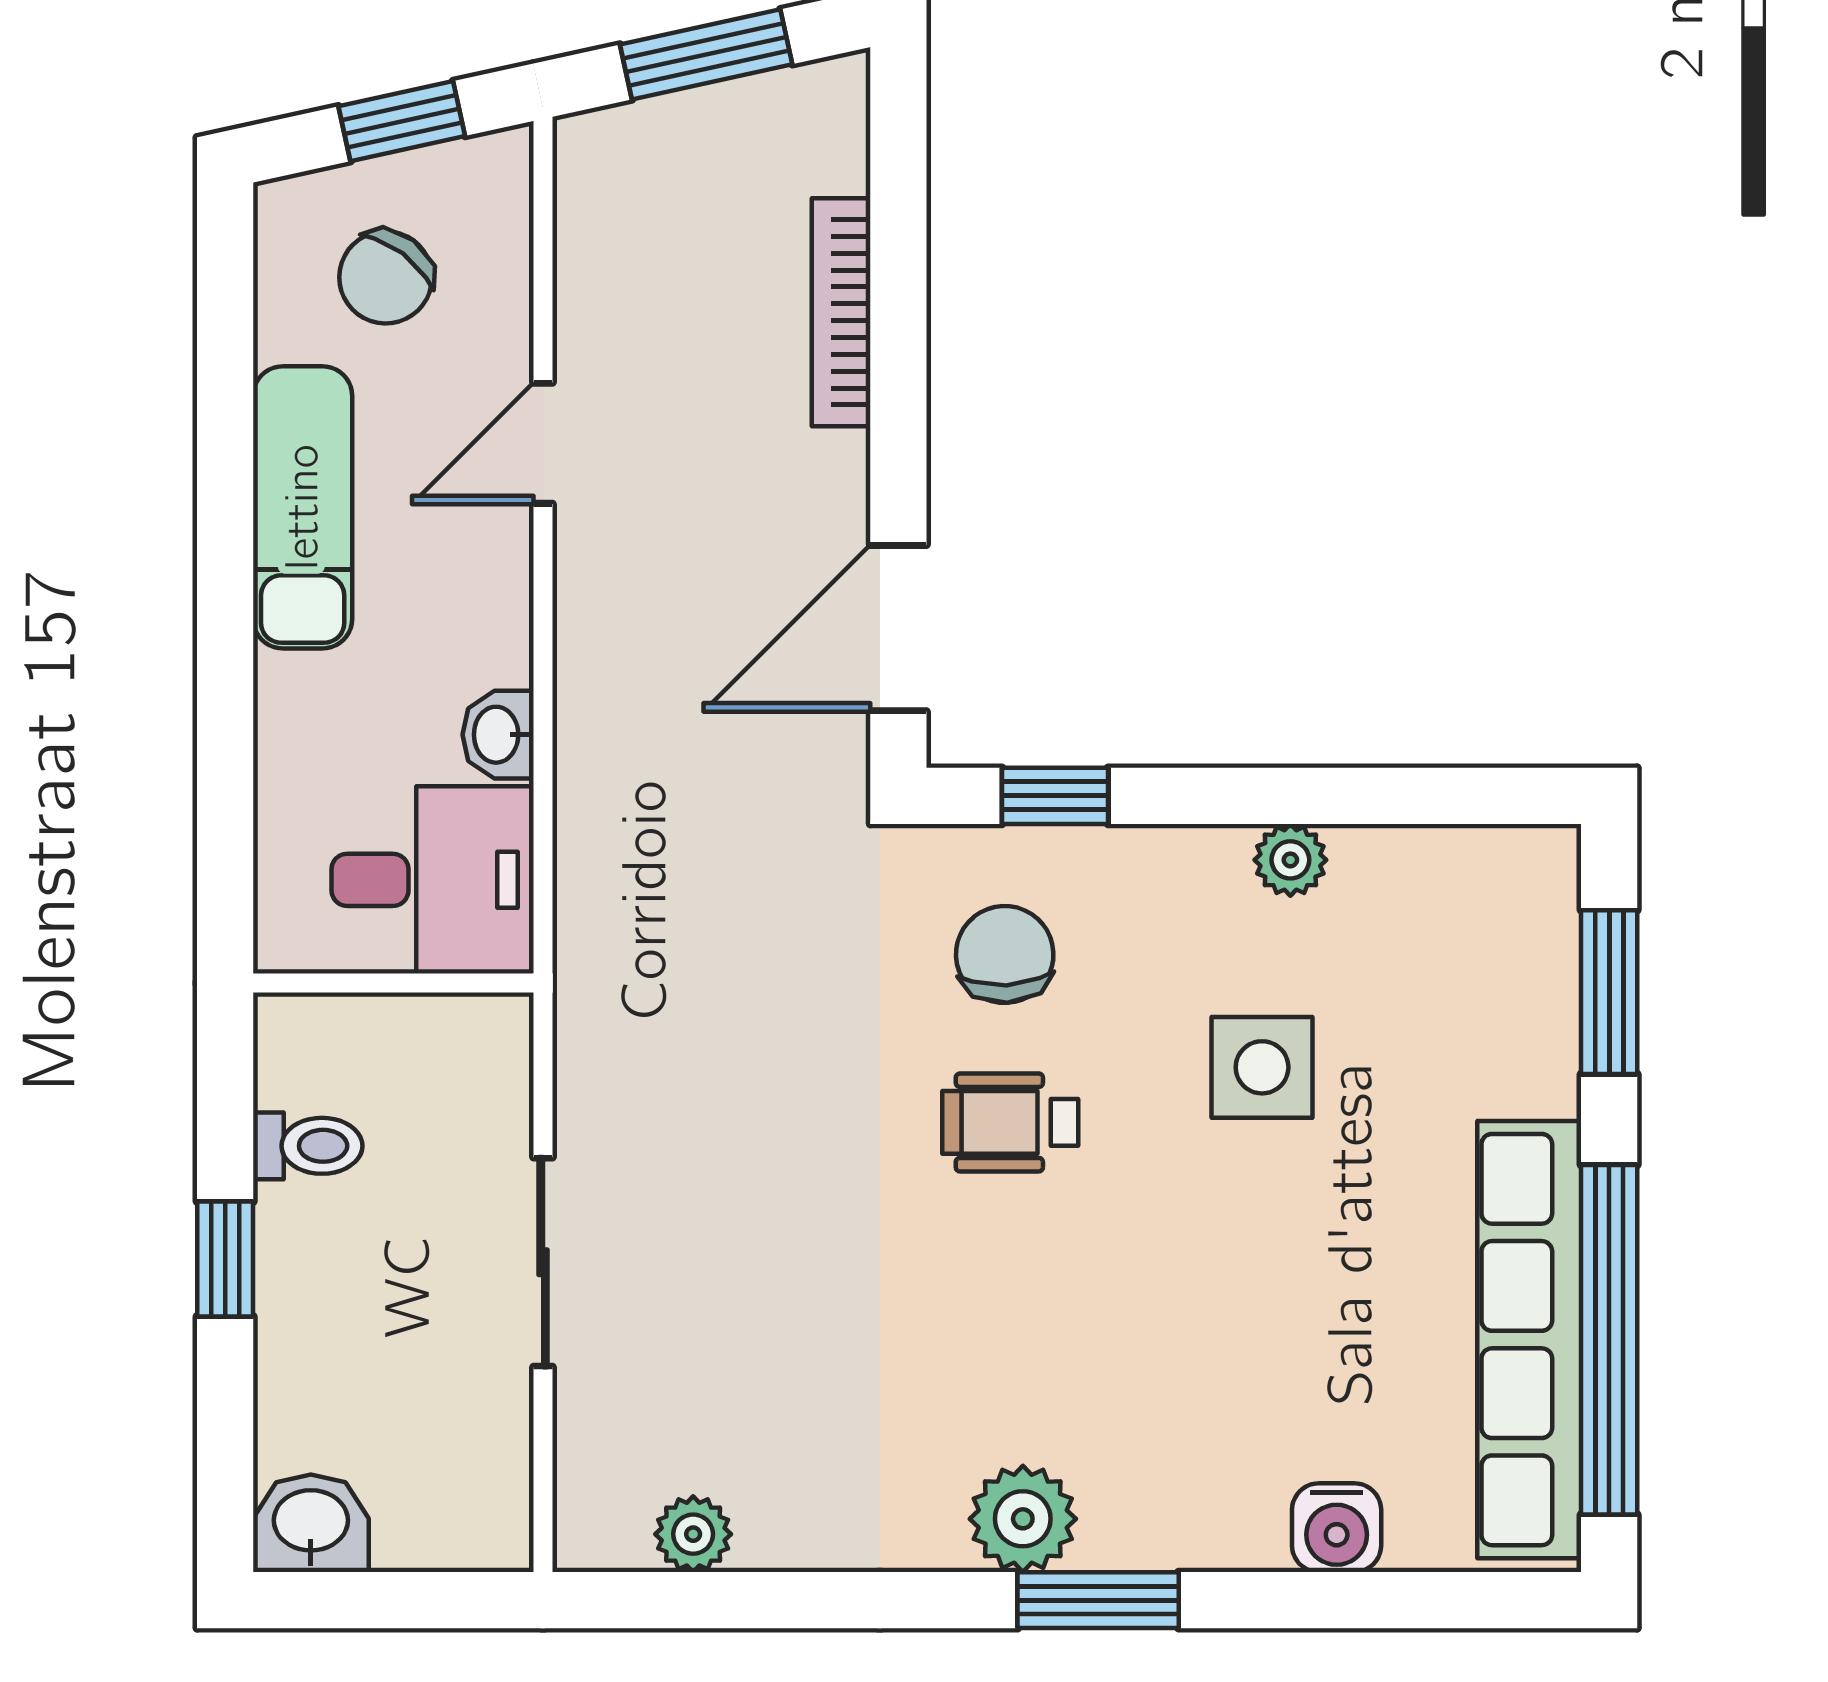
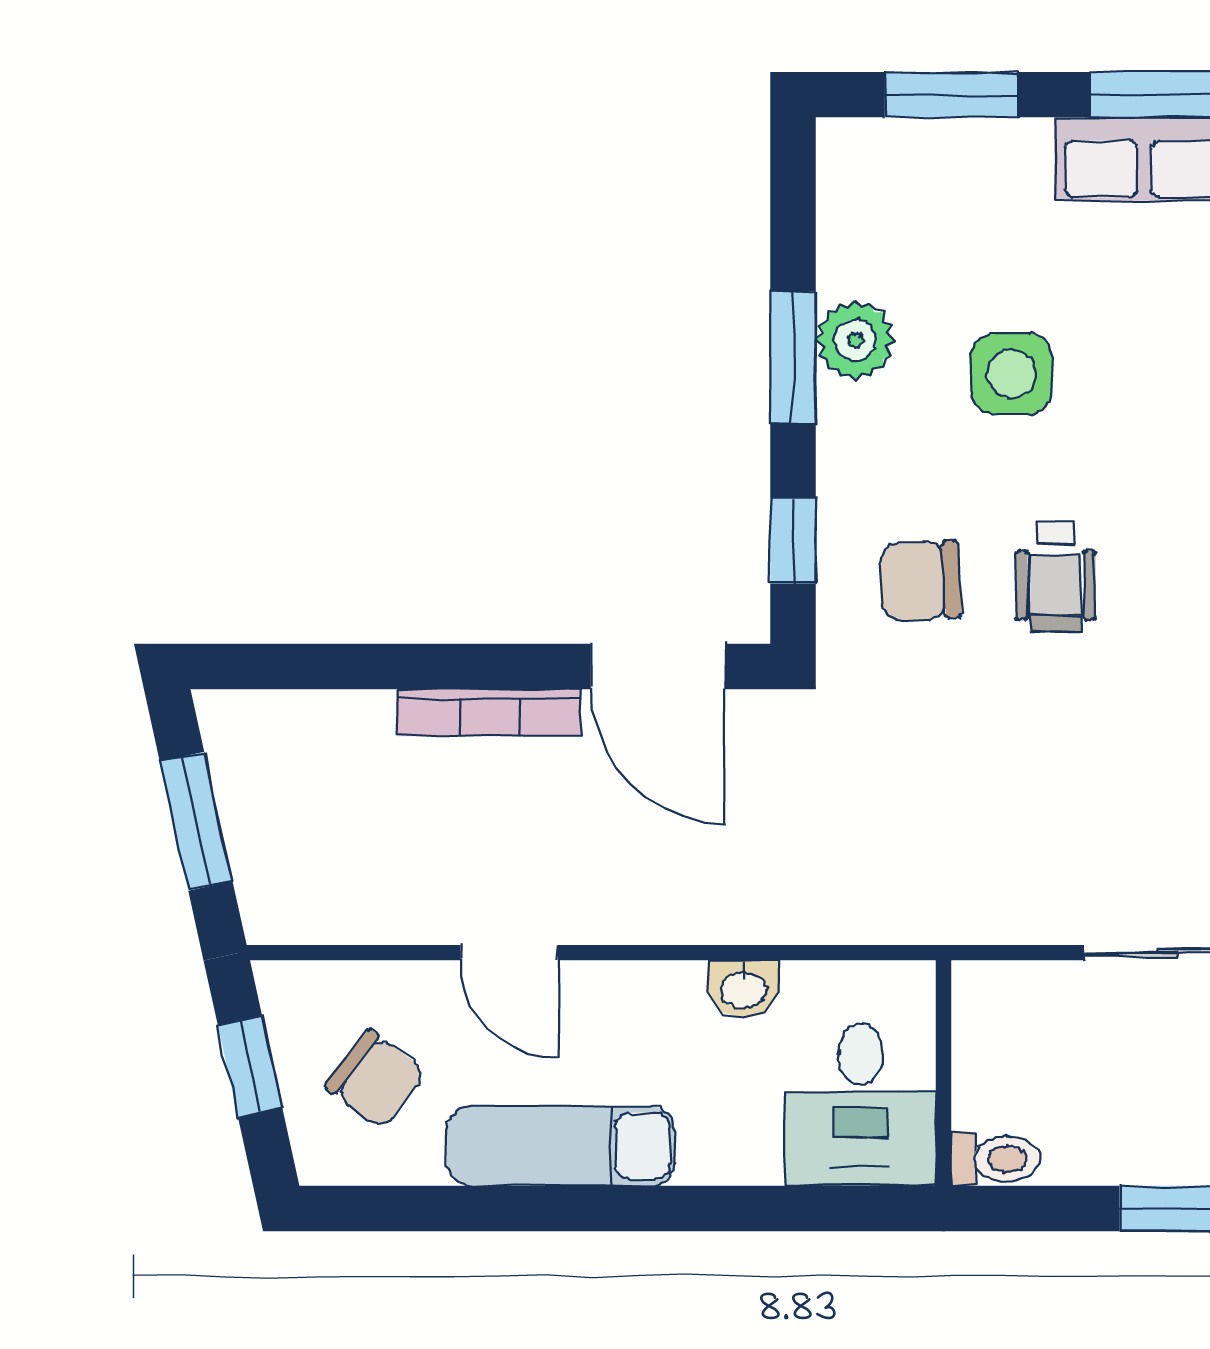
bookcase: (841, 312) -> (489, 713), moved
window: (1283, 796) -> (793, 357), added
plant: (1290, 860) -> (855, 340), width x1.38, depth x1.38
desk: (433, 880) -> (861, 1105), moved, turned 180
toilet: (308, 1146) -> (995, 1159), moved, turned 90

